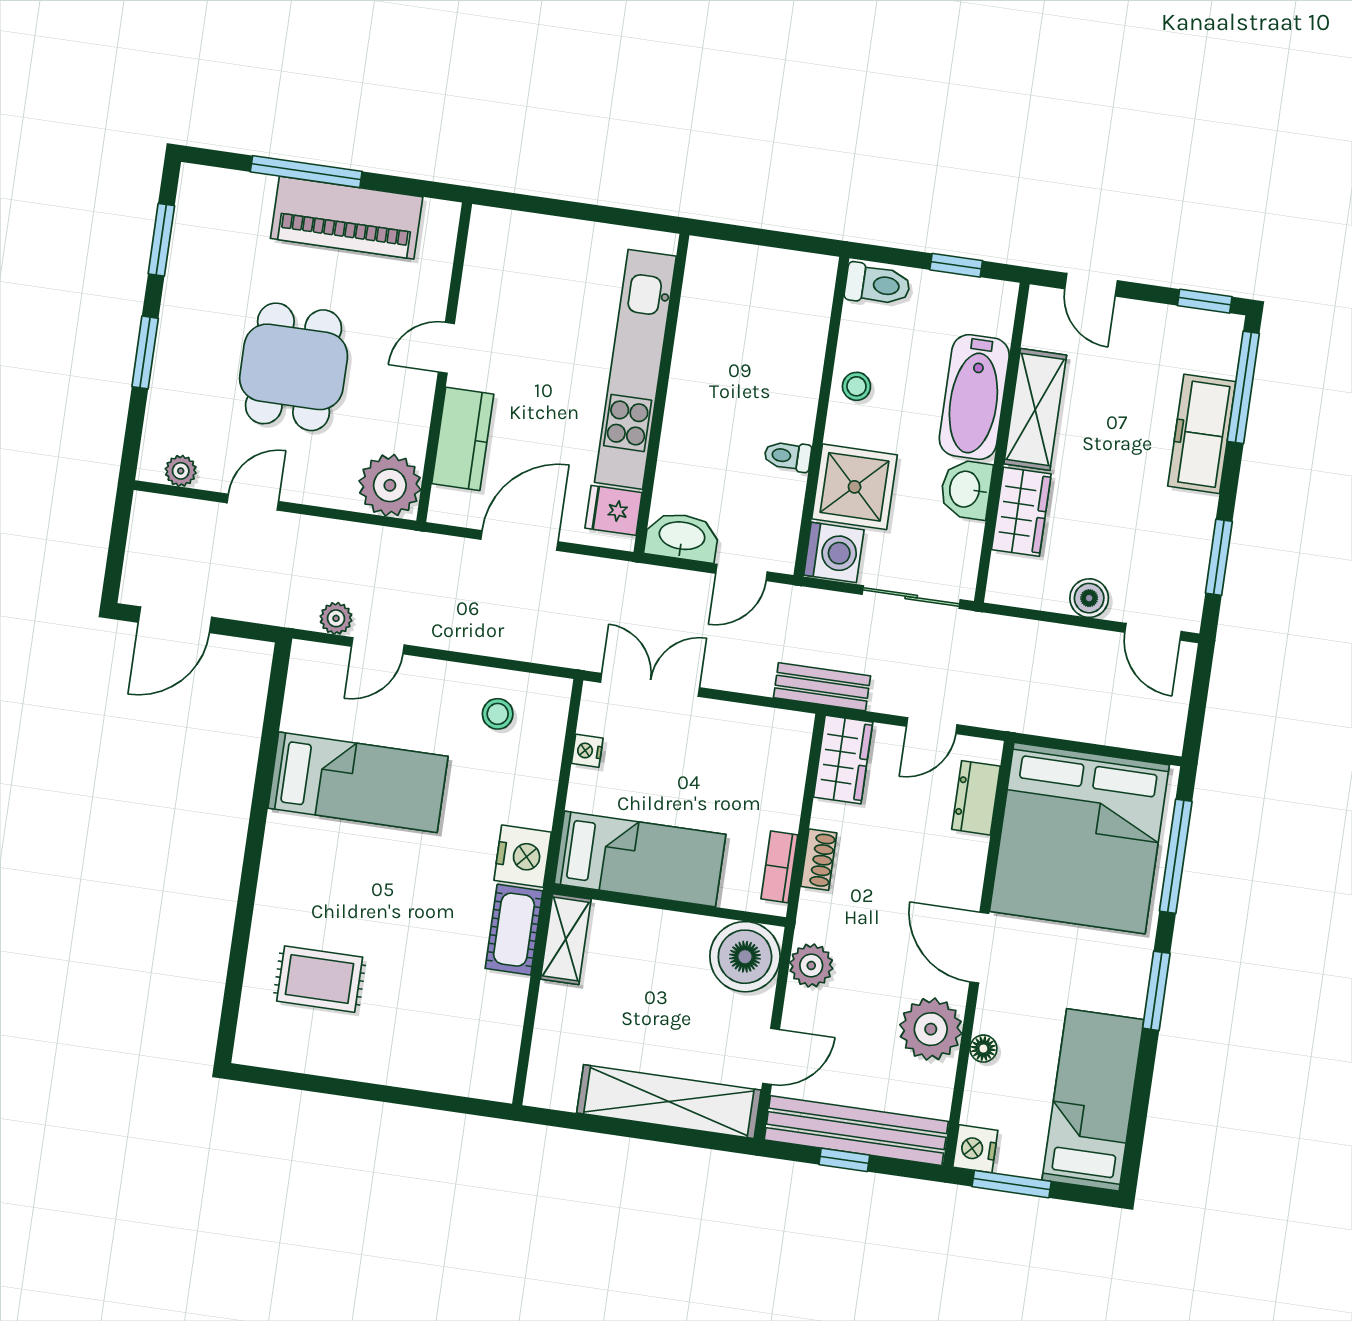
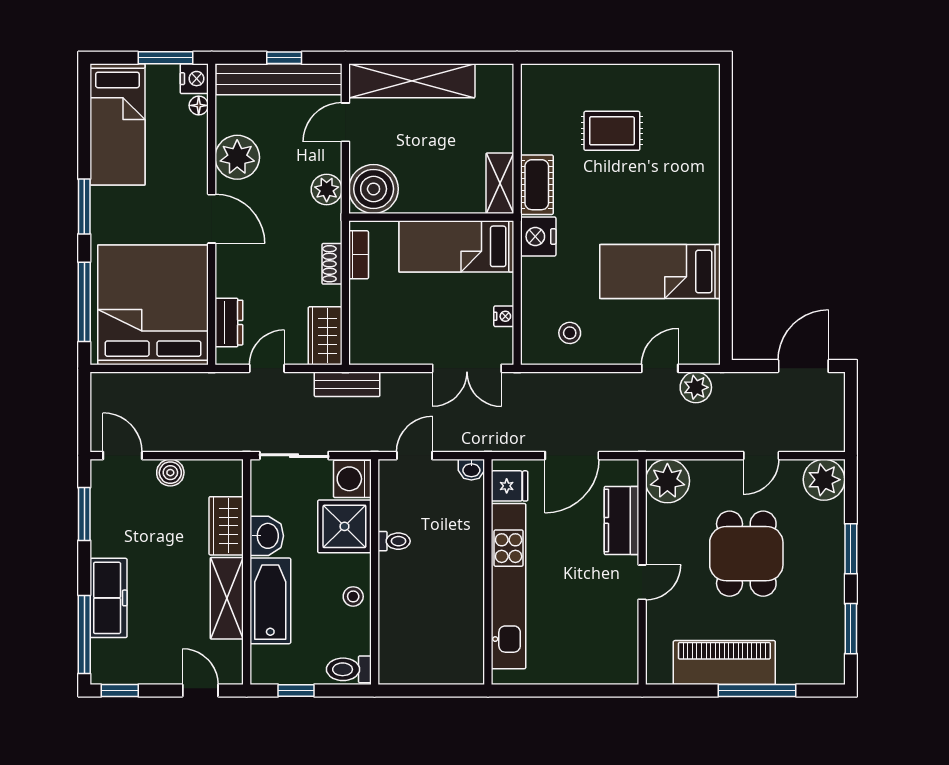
plant: (181, 471) -> (824, 480), width x1.88, depth x1.88
washbasin: (682, 537) -> (471, 470), width x0.52, depth x0.69
plant: (336, 618) -> (696, 387), width x1.38, depth x1.38
rug: (320, 979) -> (612, 131), moved
floor lamp: (983, 1049) -> (199, 105), moved

